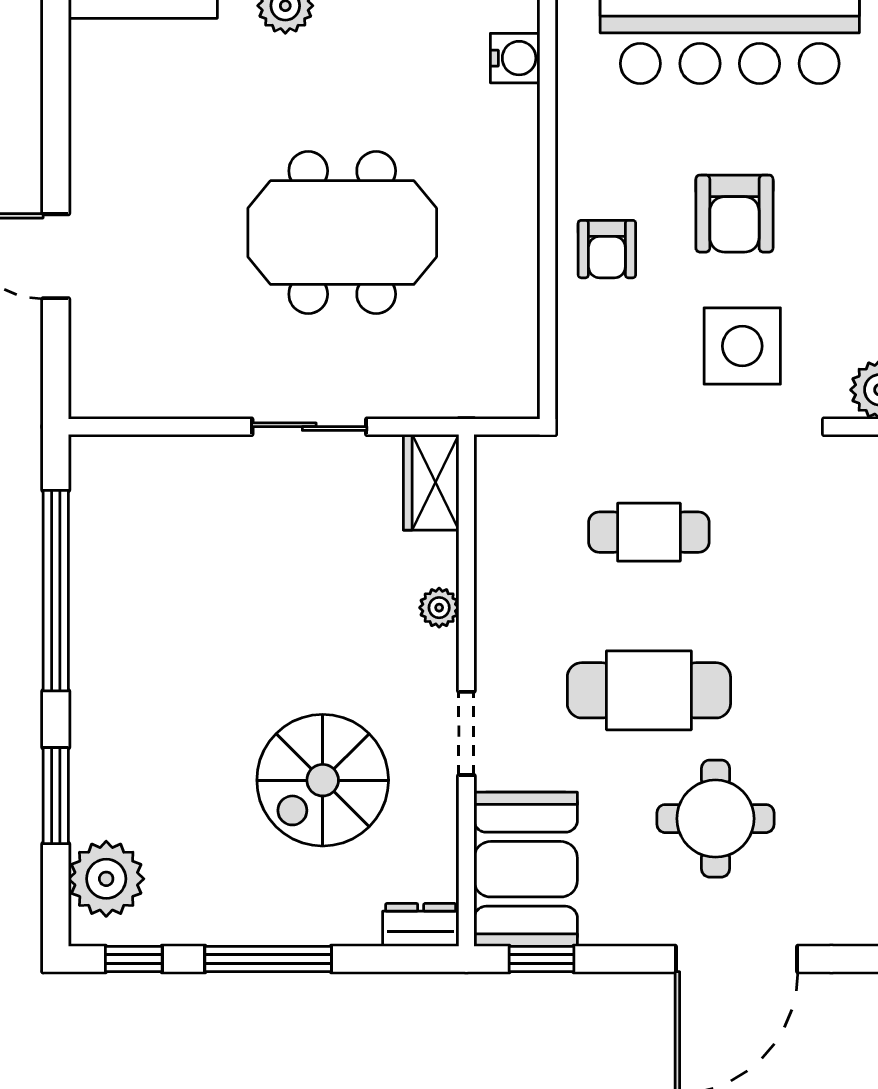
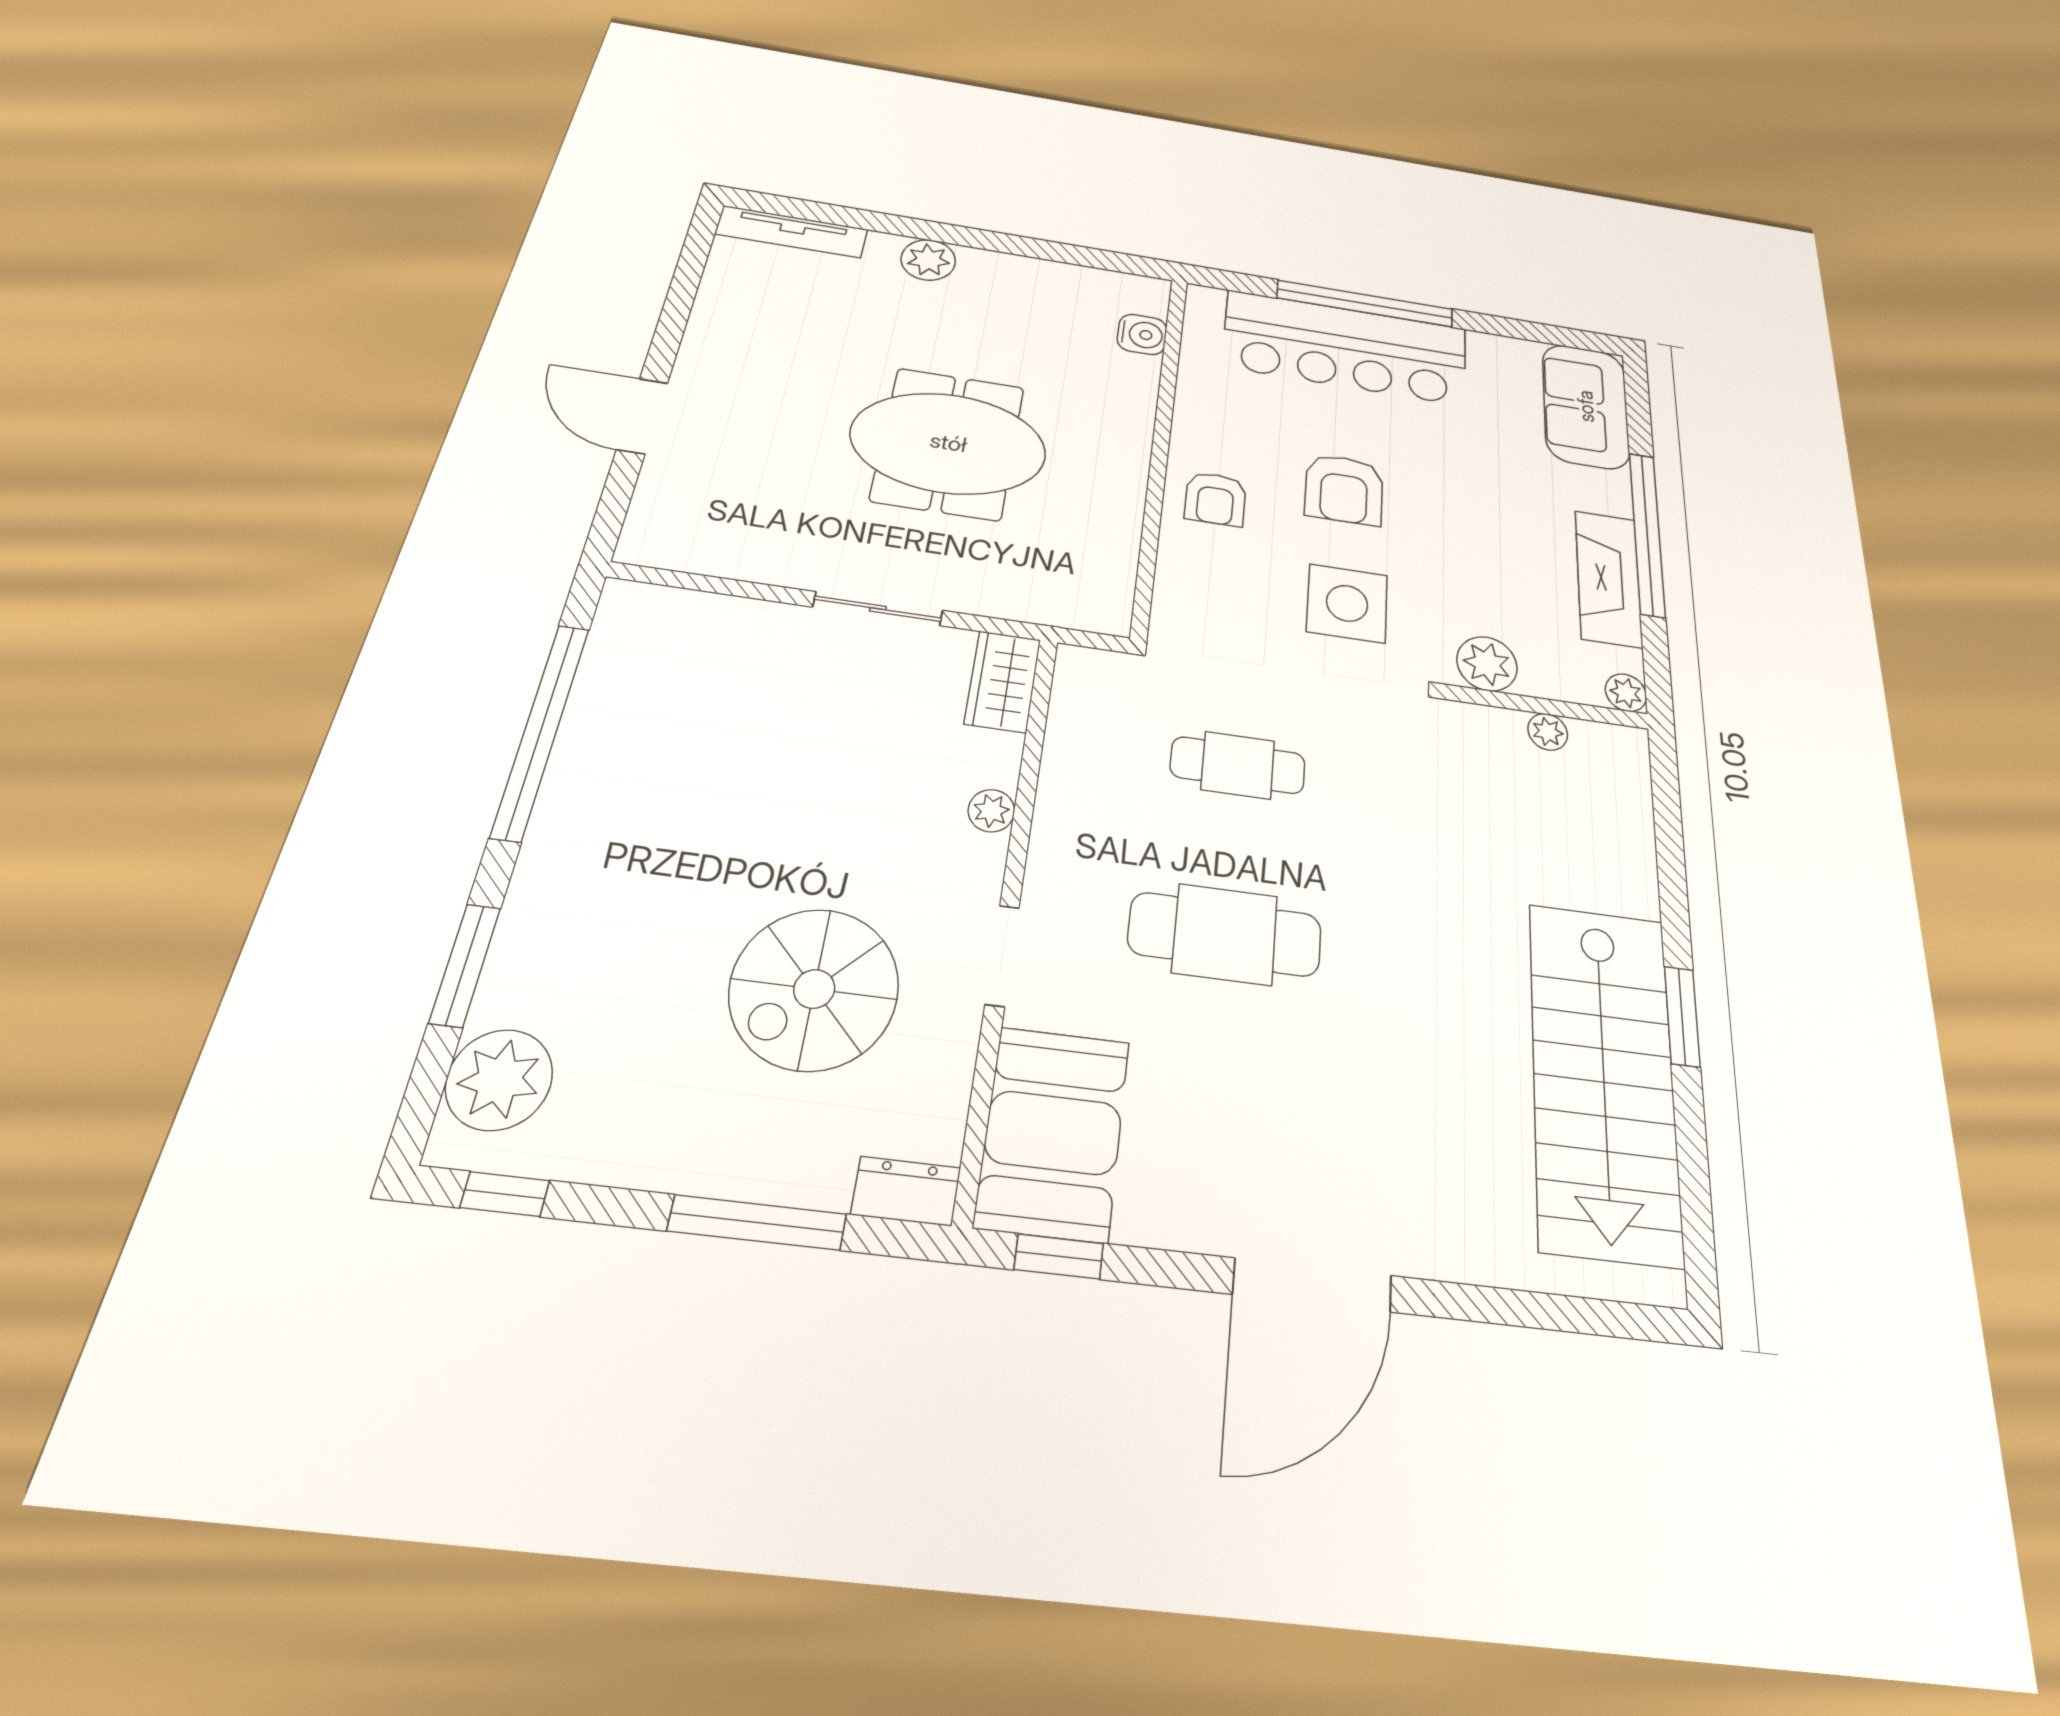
round table: (715, 819) -> (1295, 1097), removed
window: (268, 959) -> (757, 1222), moved

